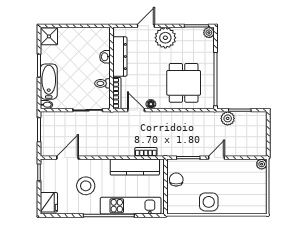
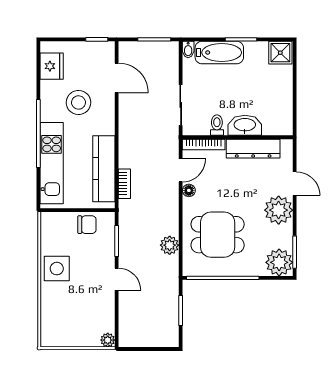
plant: (209, 33) -> (279, 262), width x1.88, depth x1.88
washbasin: (105, 57) -> (245, 125), width x1.91, depth x1.45
plant: (228, 118) -> (170, 245), moved
fridge: (49, 202) -> (52, 66), moved, turned -90

